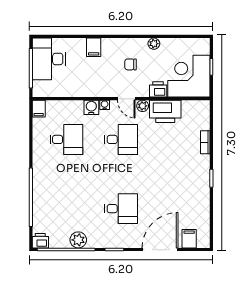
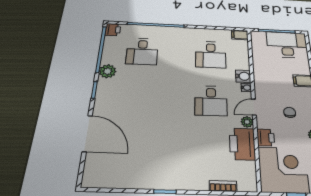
bookcase: (205, 142) -> (223, 186), moved
desk: (121, 209) -> (142, 51), moved
filing cabinet: (189, 239) -> (95, 165), removed
plant: (78, 240) -> (108, 71), moved

